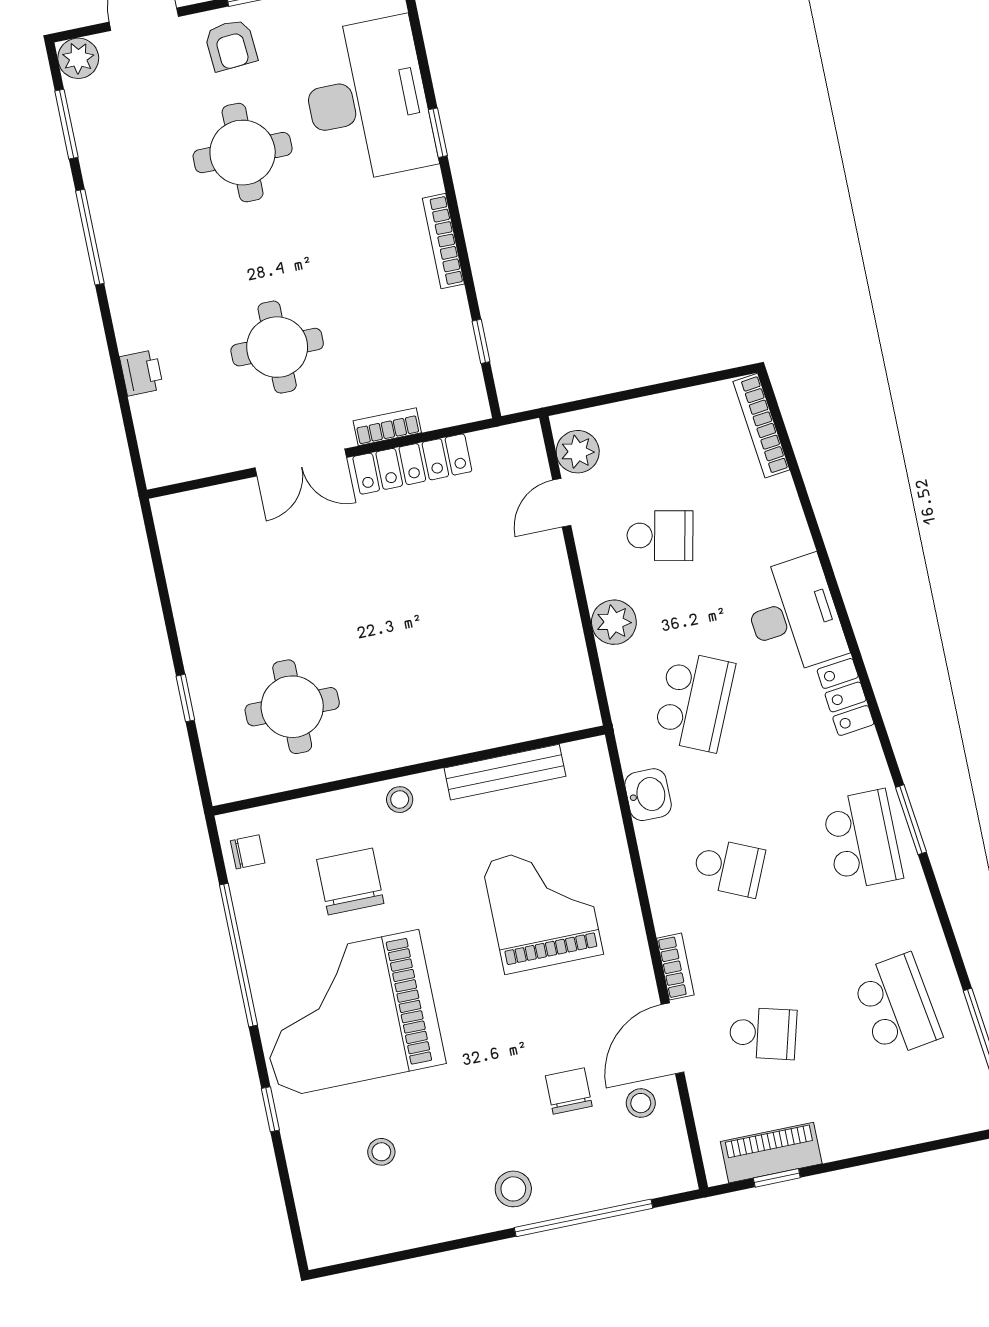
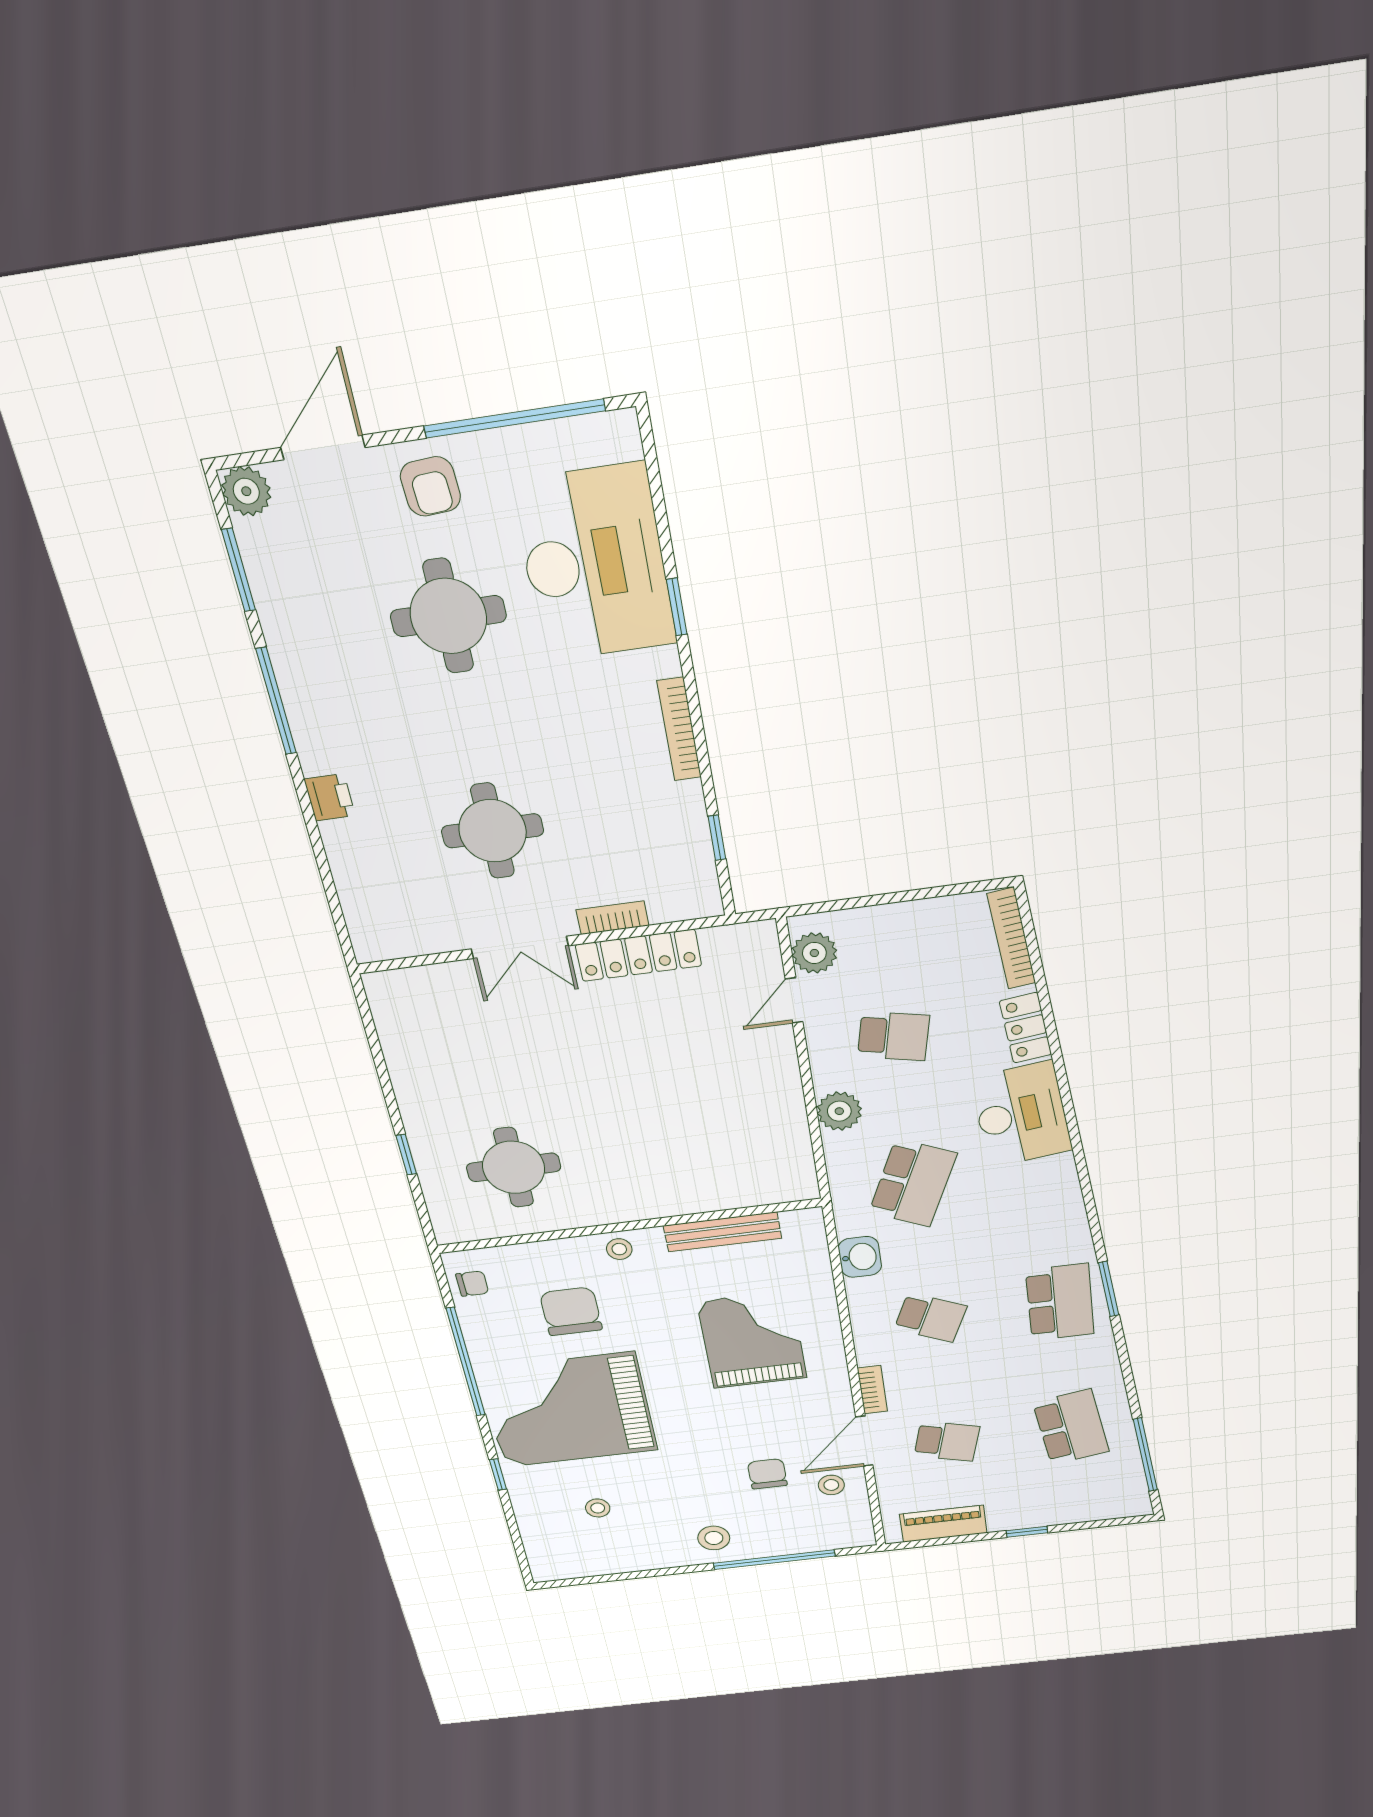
printer: (142, 373) -> (330, 797), moved
locker: (846, 697) -> (1026, 1028), moved
window: (777, 1178) -> (1027, 1532), moved

